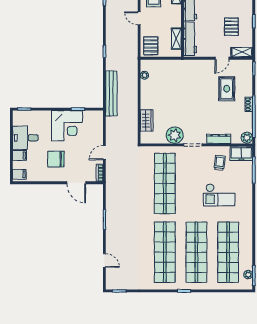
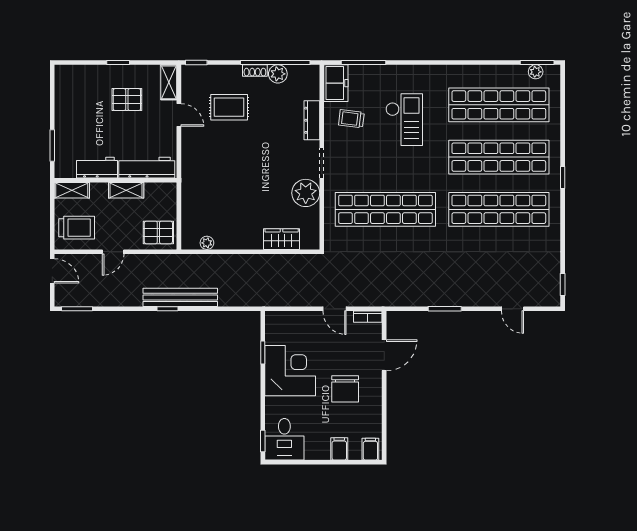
shelving: (176, 39) -> (126, 190), moved
bench: (111, 93) -> (180, 297), moved
desk: (25, 138) -> (284, 439), moved
plant: (247, 138) -> (278, 74), moved
door: (104, 260) -> (512, 309), swing flipped

